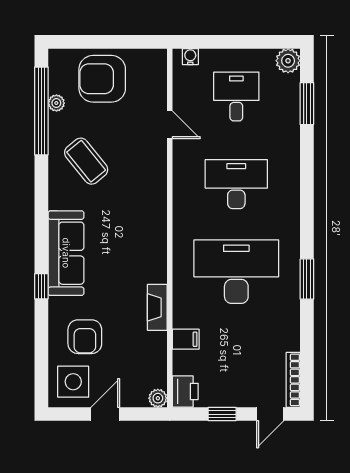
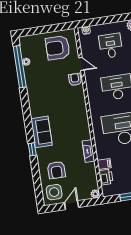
armchair: (102, 79) -> (58, 48), moved
armchair: (152, 155) -> (75, 79), added
coffee table: (86, 161) -> (44, 87), removed
sofa: (66, 253) -> (42, 132), width x0.73
printer: (185, 391) -> (106, 177), moved

